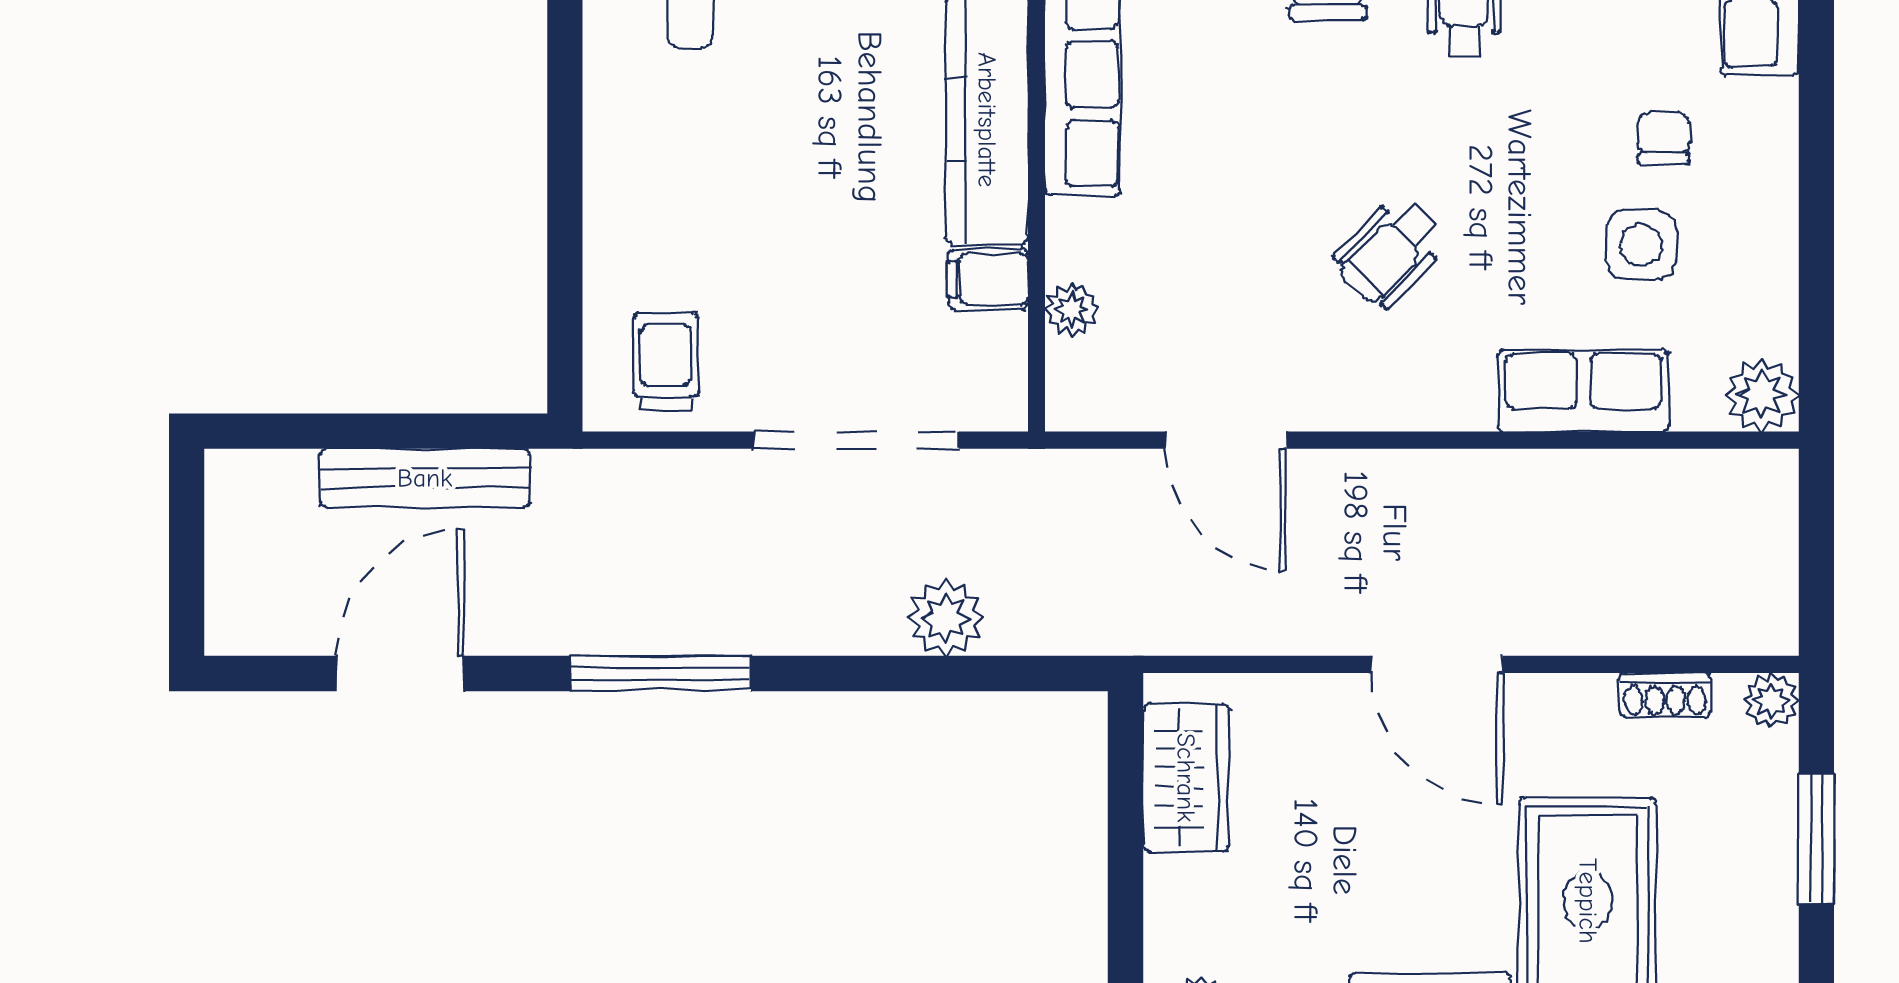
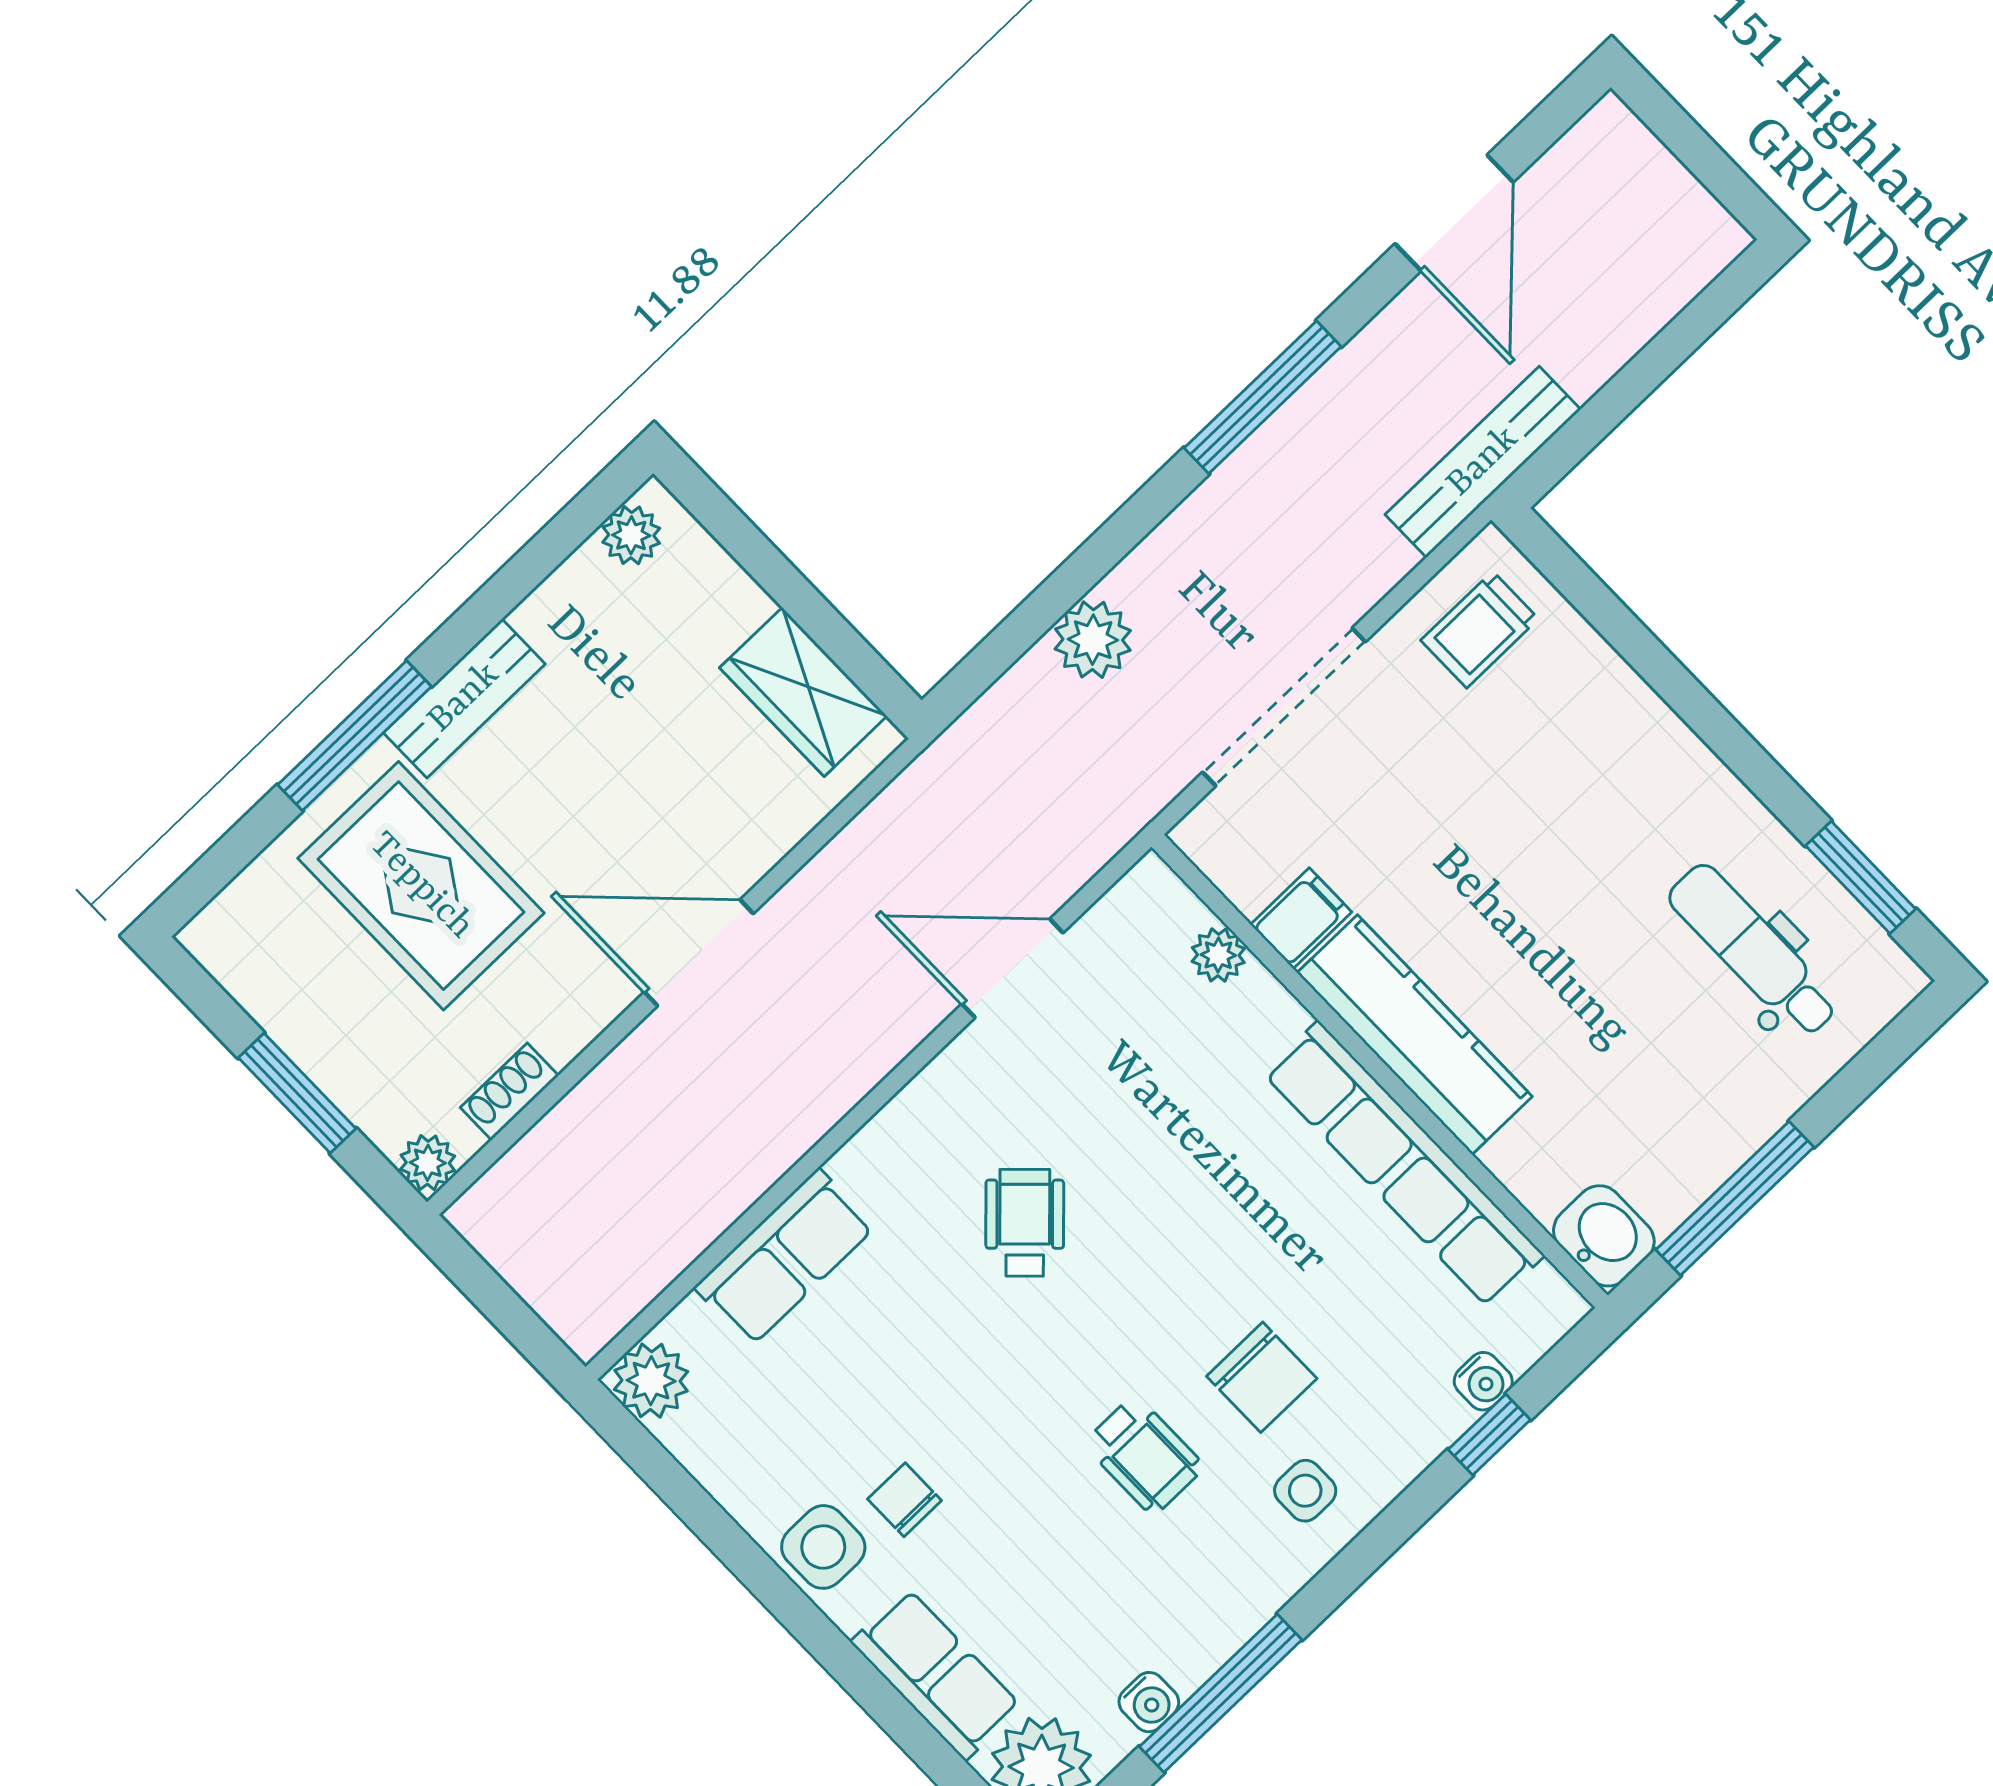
chair: (1664, 138) -> (905, 1500), turned 180
side table: (1641, 245) -> (823, 1547), moved
trolley: (666, 362) -> (1480, 630), turned 90
bench: (425, 478) -> (1483, 462), moved

